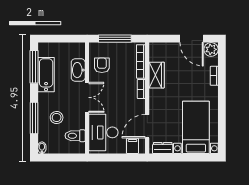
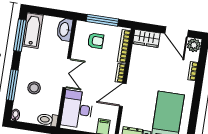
armchair: (102, 65) -> (96, 41), moved, turned 90
washbasin: (78, 70) -> (65, 29), moved
bathtub: (46, 75) -> (33, 31), moved
wardrobe: (157, 75) -> (146, 38), moved, turned 90
door: (147, 126) -> (123, 95), moved
toilet: (75, 136) -> (48, 120), moved

